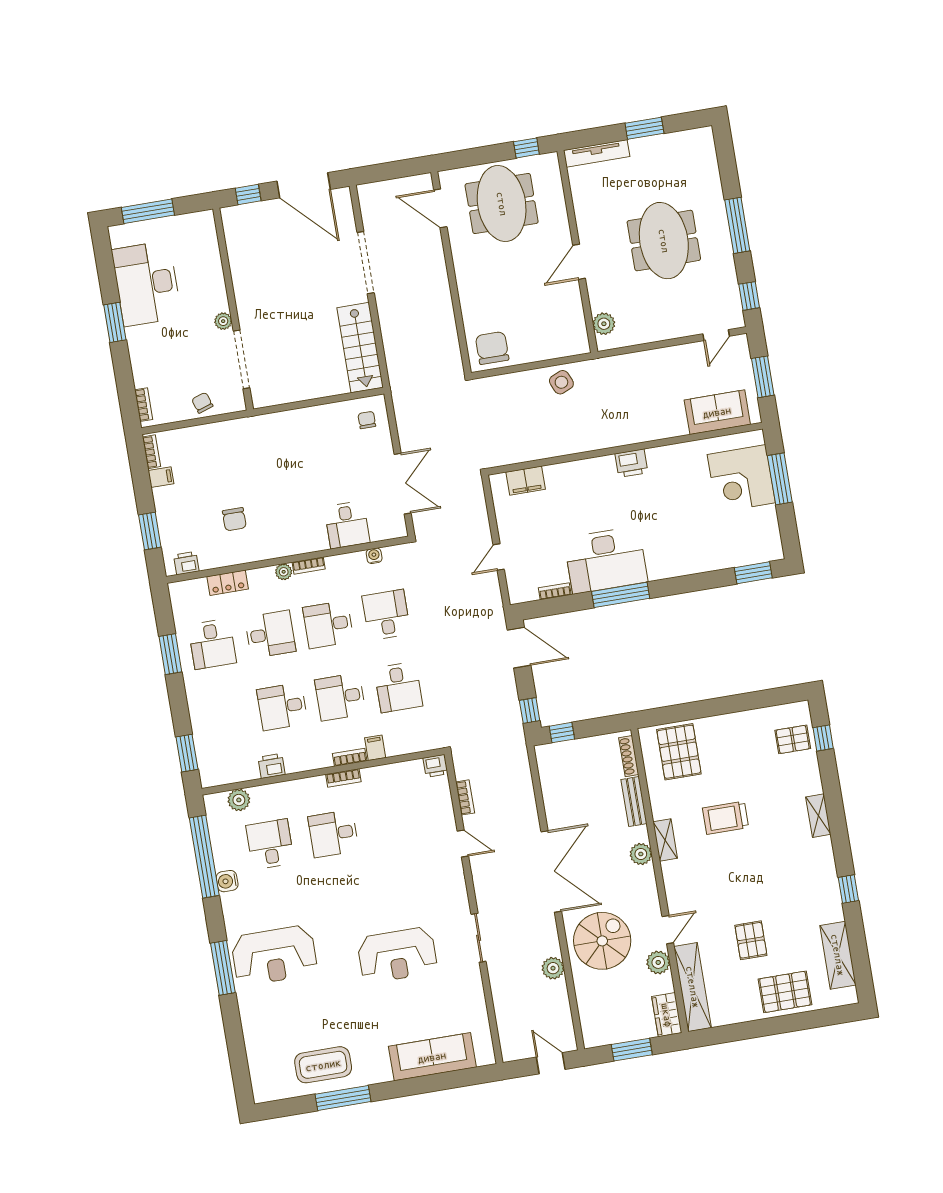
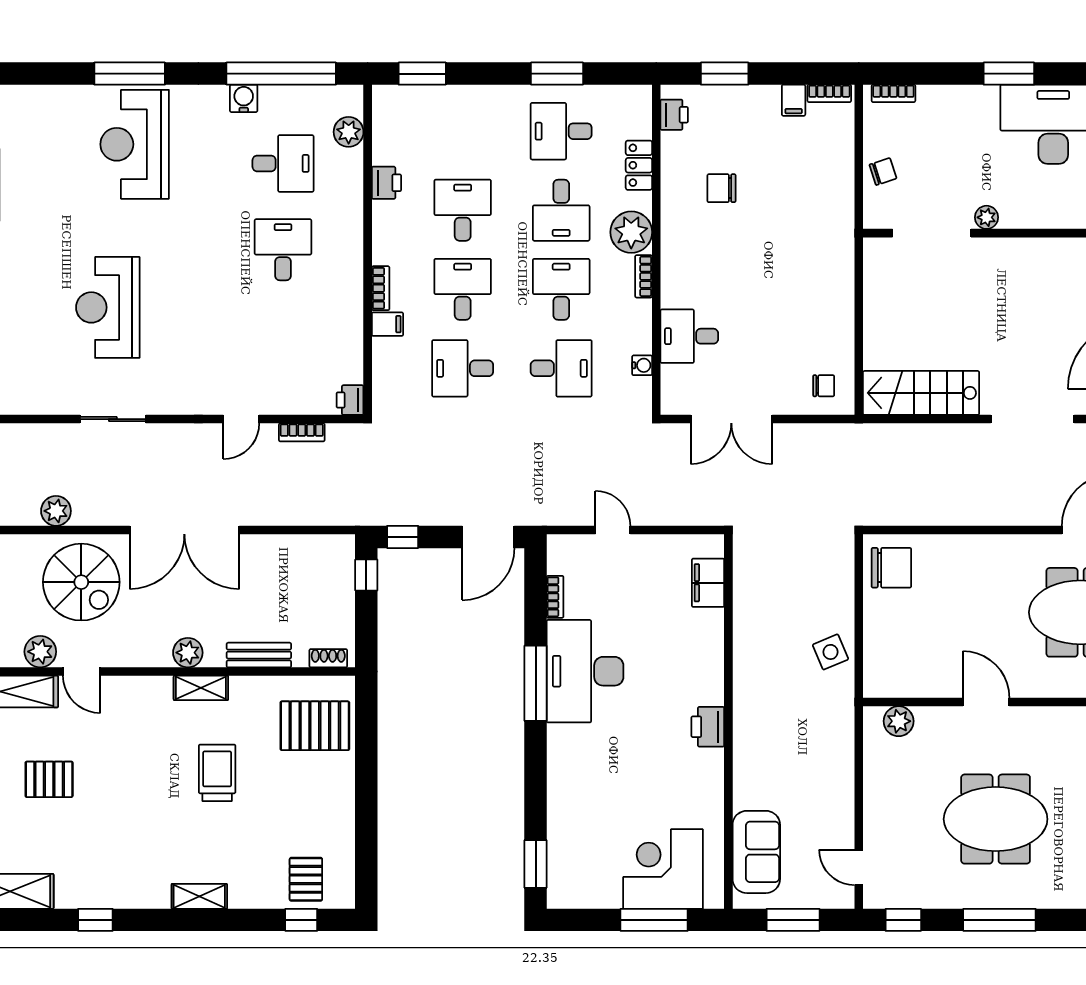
plant: (284, 572) -> (631, 232), width x1.88, depth x1.88
shoe rack: (629, 756) -> (328, 658), width x0.70
bookcase: (343, 778) -> (354, 275), removed

